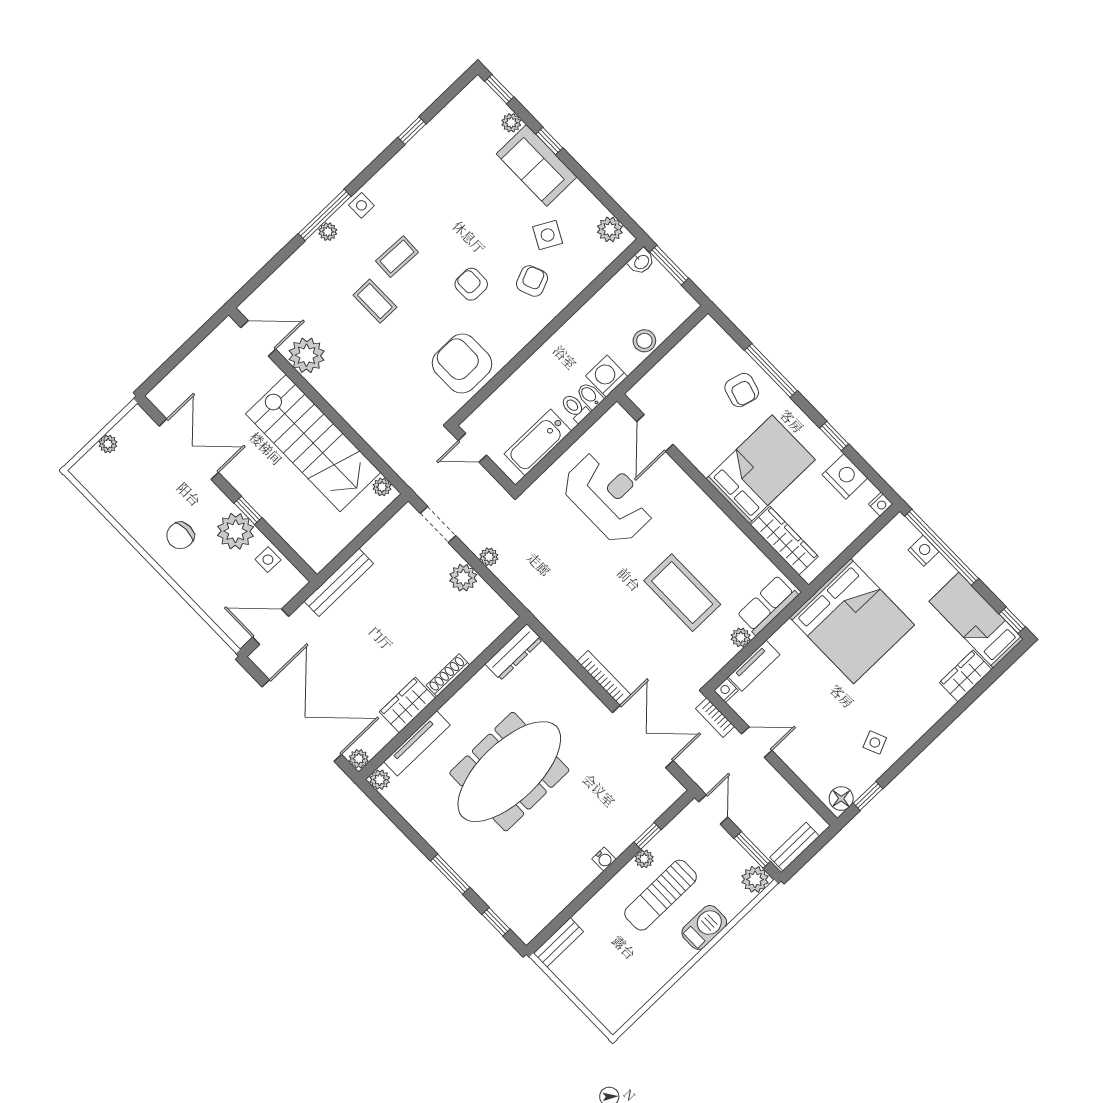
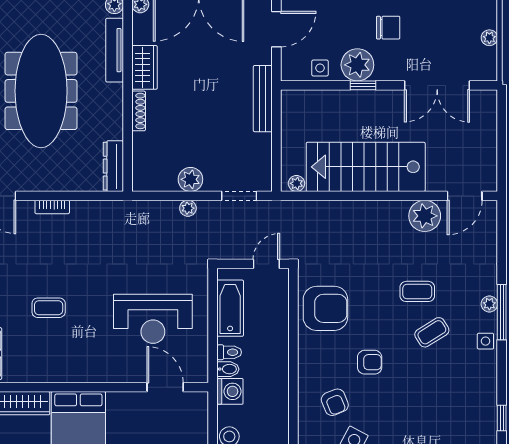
coffee table: (397, 257) -> (432, 332), turned 56
chair: (180, 536) -> (388, 28), turned 90
coffee table: (682, 593) -> (49, 308), width x0.54, depth x0.58
bookcase: (604, 678) -> (52, 207), width x0.64

